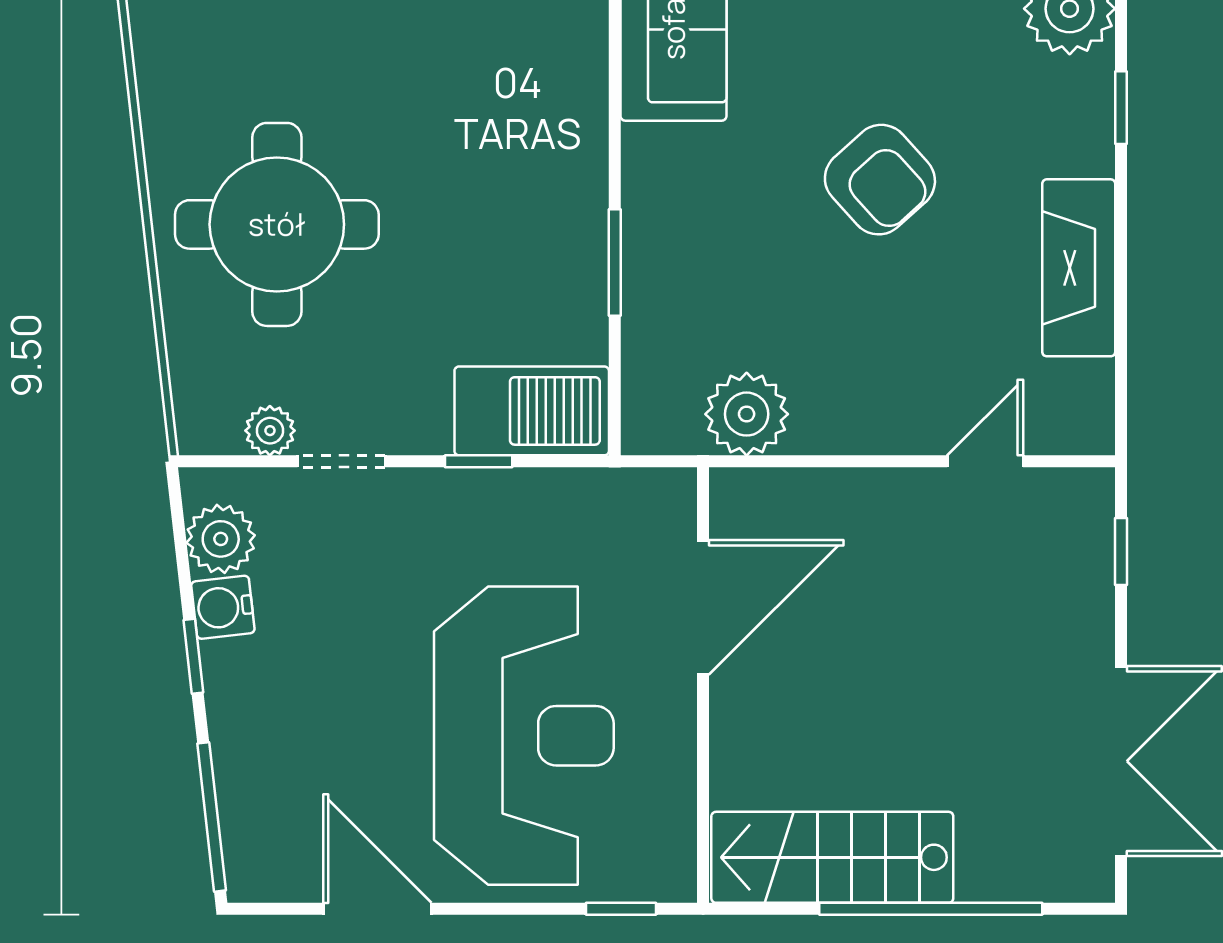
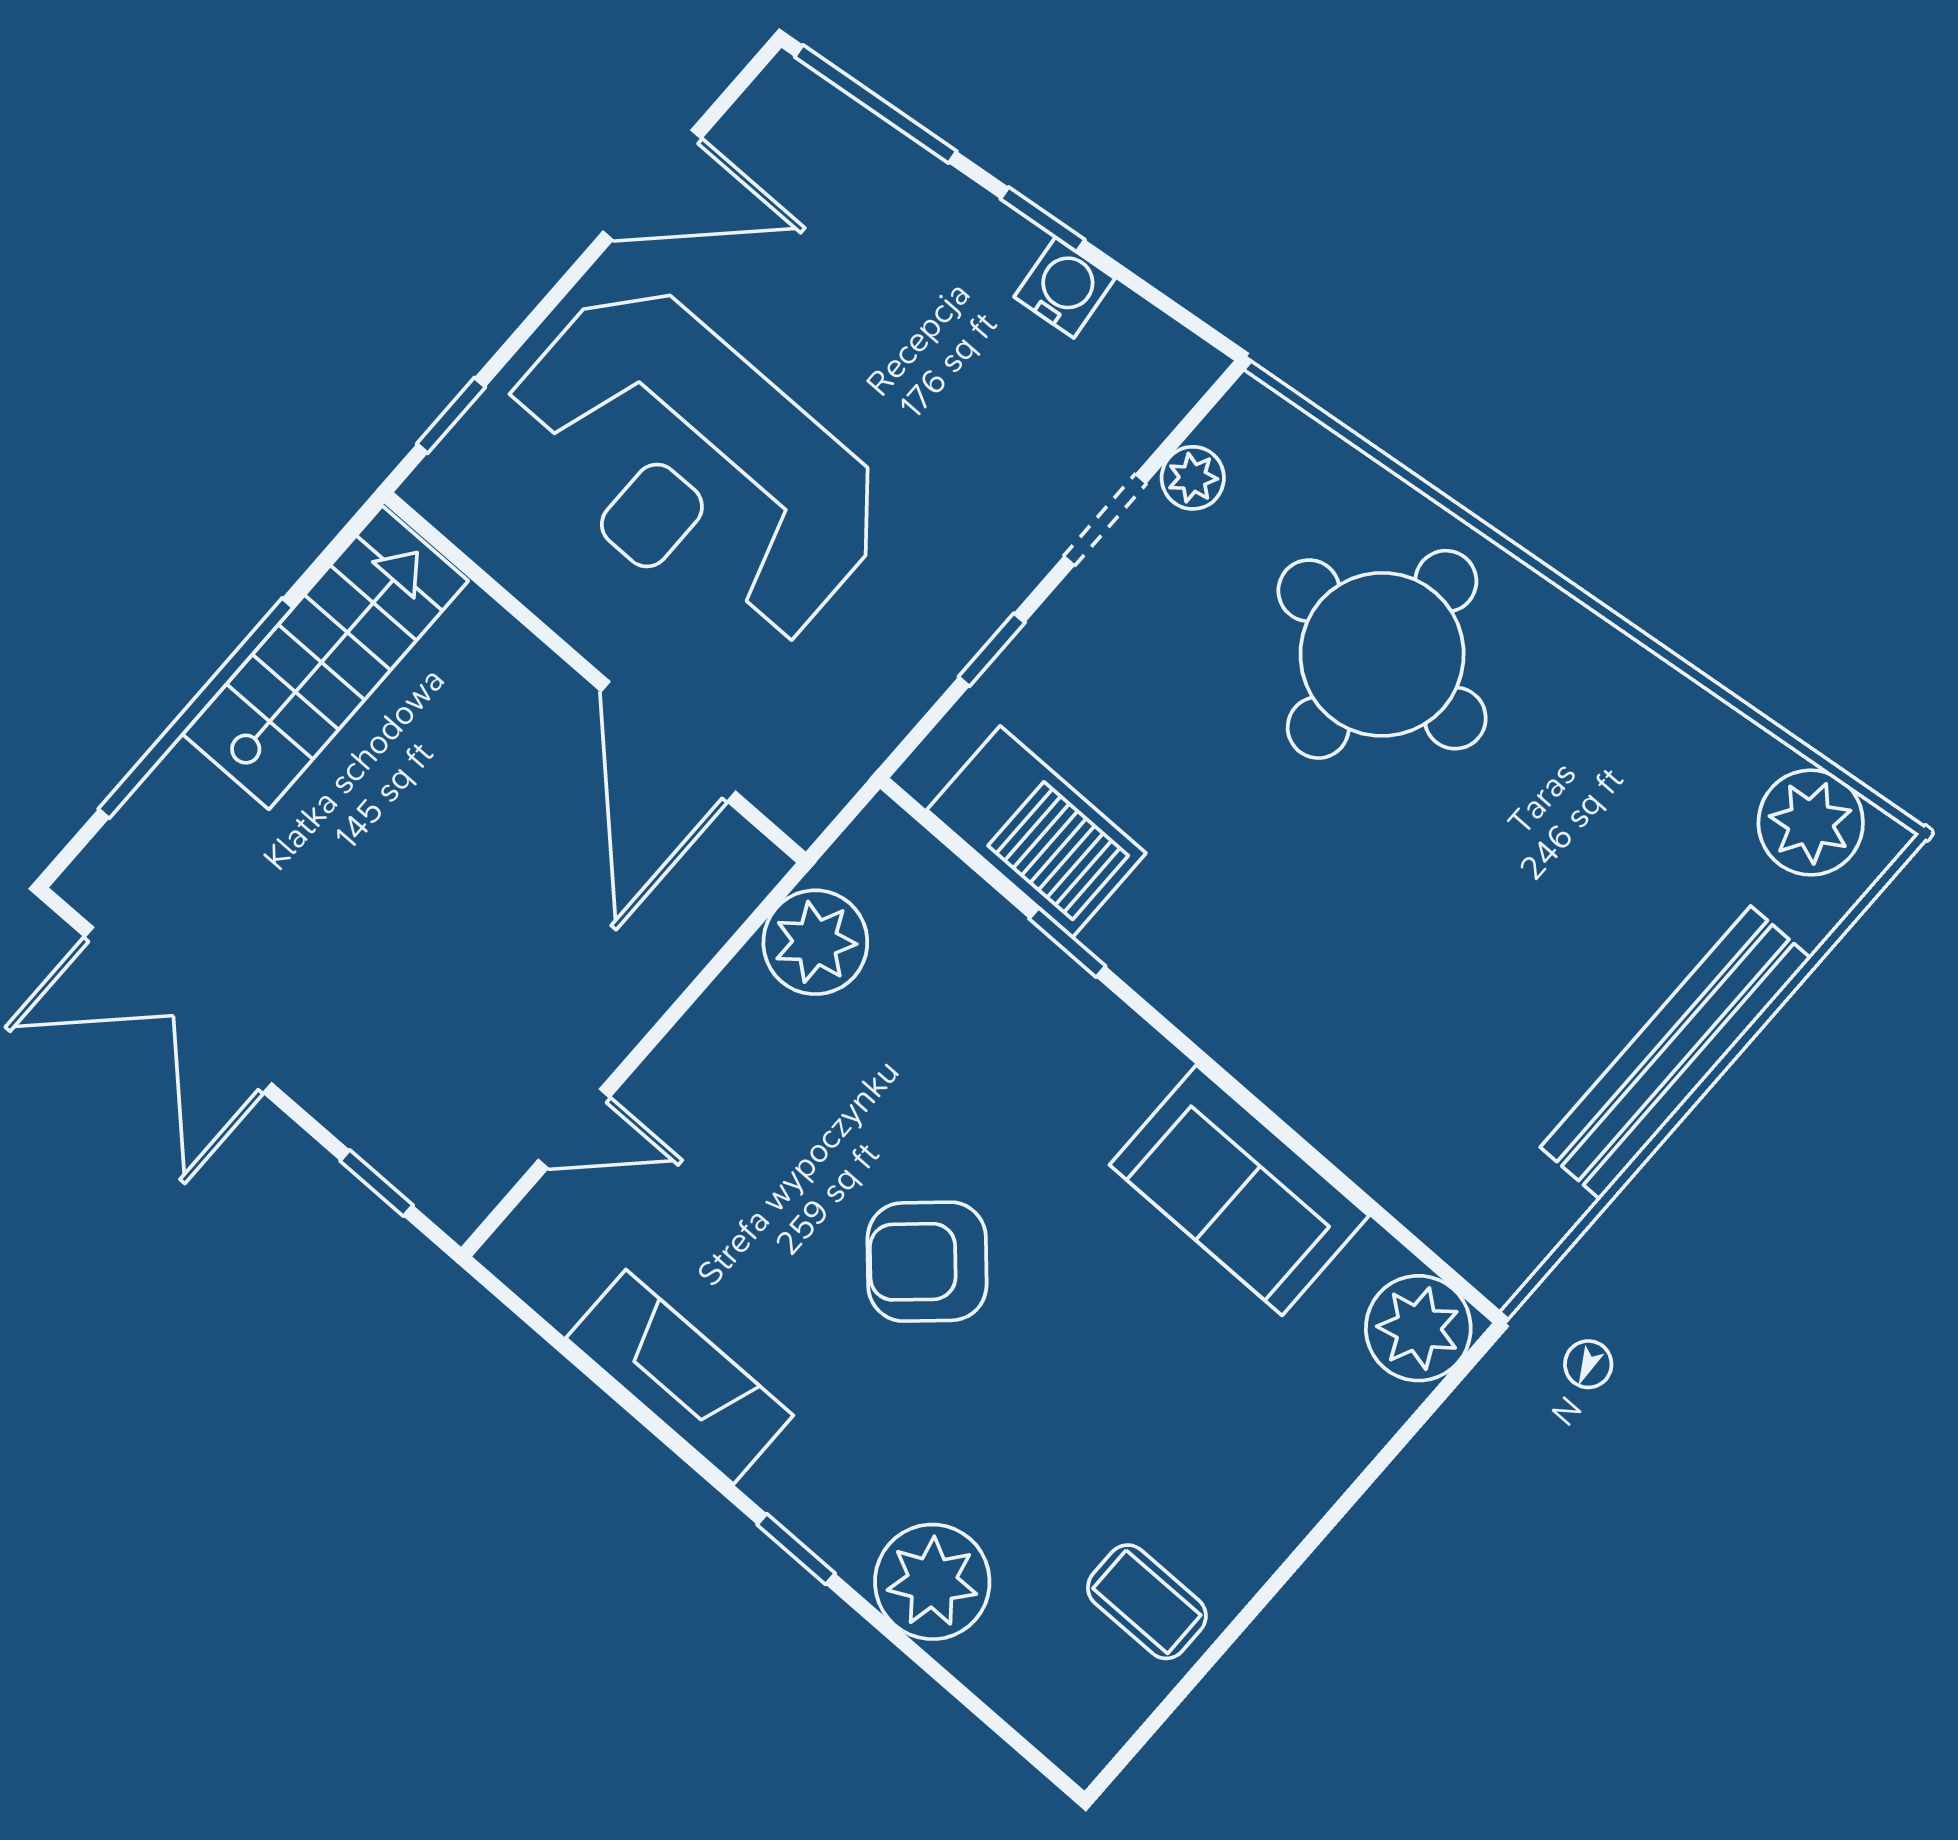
window: (615, 263) -> (1067, 942), width x0.67
barbecue: (532, 411) -> (1036, 831), moved, turned -90
door: (985, 461) -> (574, 1129), hinge flipped
plant: (221, 539) -> (1131, 342), removed

